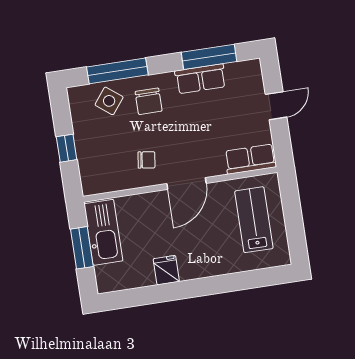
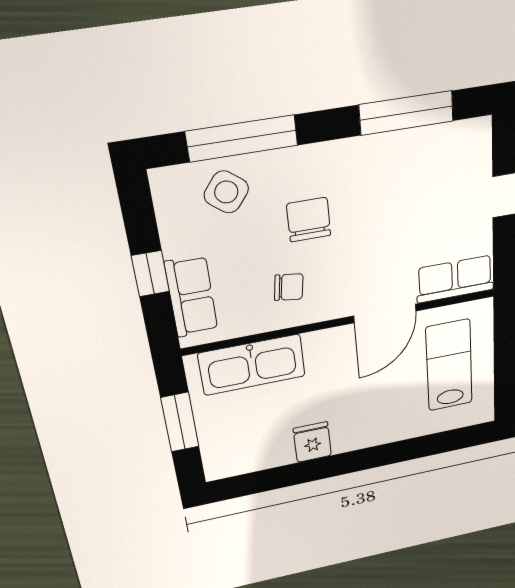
row of seats: (200, 79) -> (191, 297), moved, turned -90
chair: (149, 101) -> (309, 220), moved, turned 180
door: (186, 183) -> (385, 314), moved
kitchen sink: (103, 232) -> (252, 365), moved, turned 90

